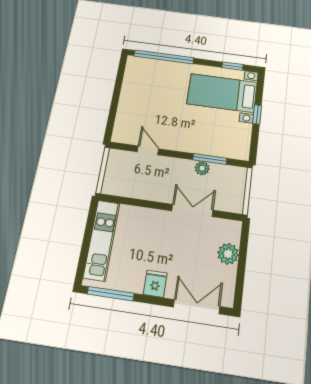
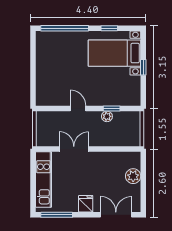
window: (233, 66) -> (109, 28), moved
door: (148, 150) -> (78, 108), moved
window: (210, 159) -> (112, 108), width x0.67
double door: (192, 210) -> (74, 149), moved

